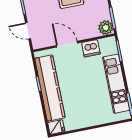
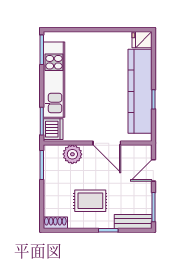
plant: (106, 28) -> (72, 154), moved
door: (28, 31) -> (153, 170), swing flipped
dishwasher: (91, 48) -> (53, 129), moved, turned 90

